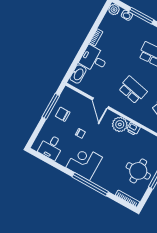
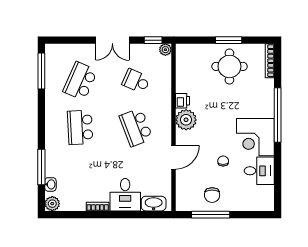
school desk: (133, 90) -> (136, 127), turned -33
desk: (51, 147) -> (259, 171), moved

